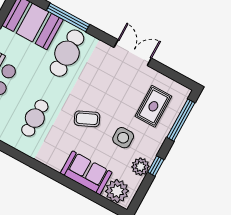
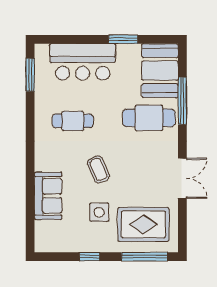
rug: (153, 106) -> (143, 224), width x1.36, depth x1.43
plant: (140, 167) -> (81, 243), removed
plant: (117, 191) -> (47, 233), removed

